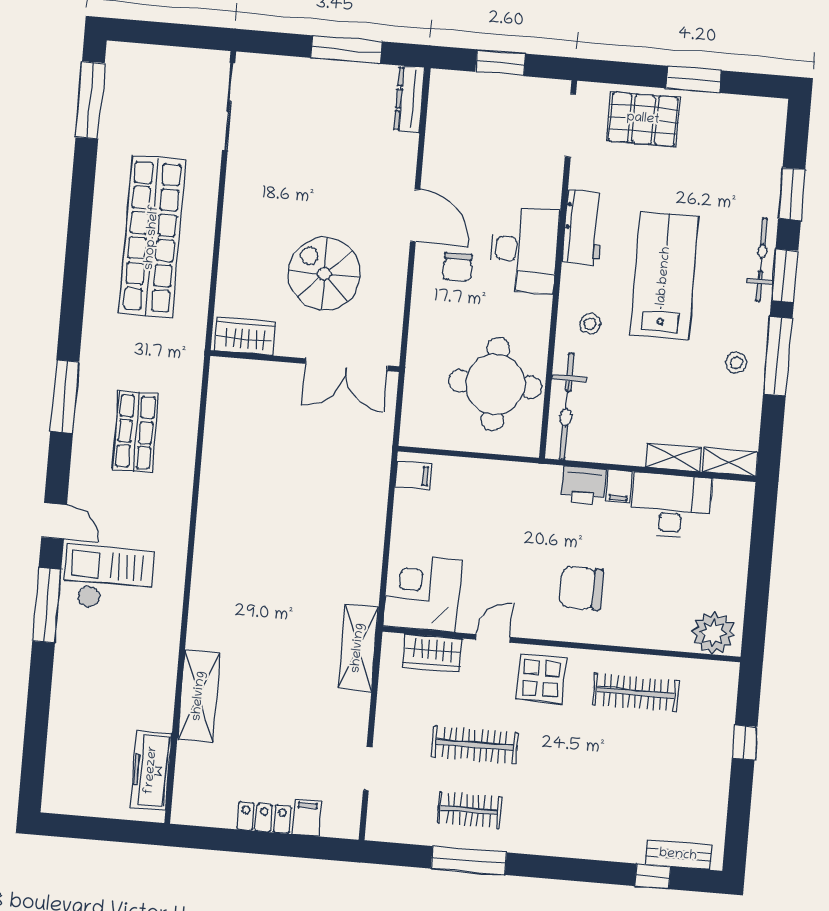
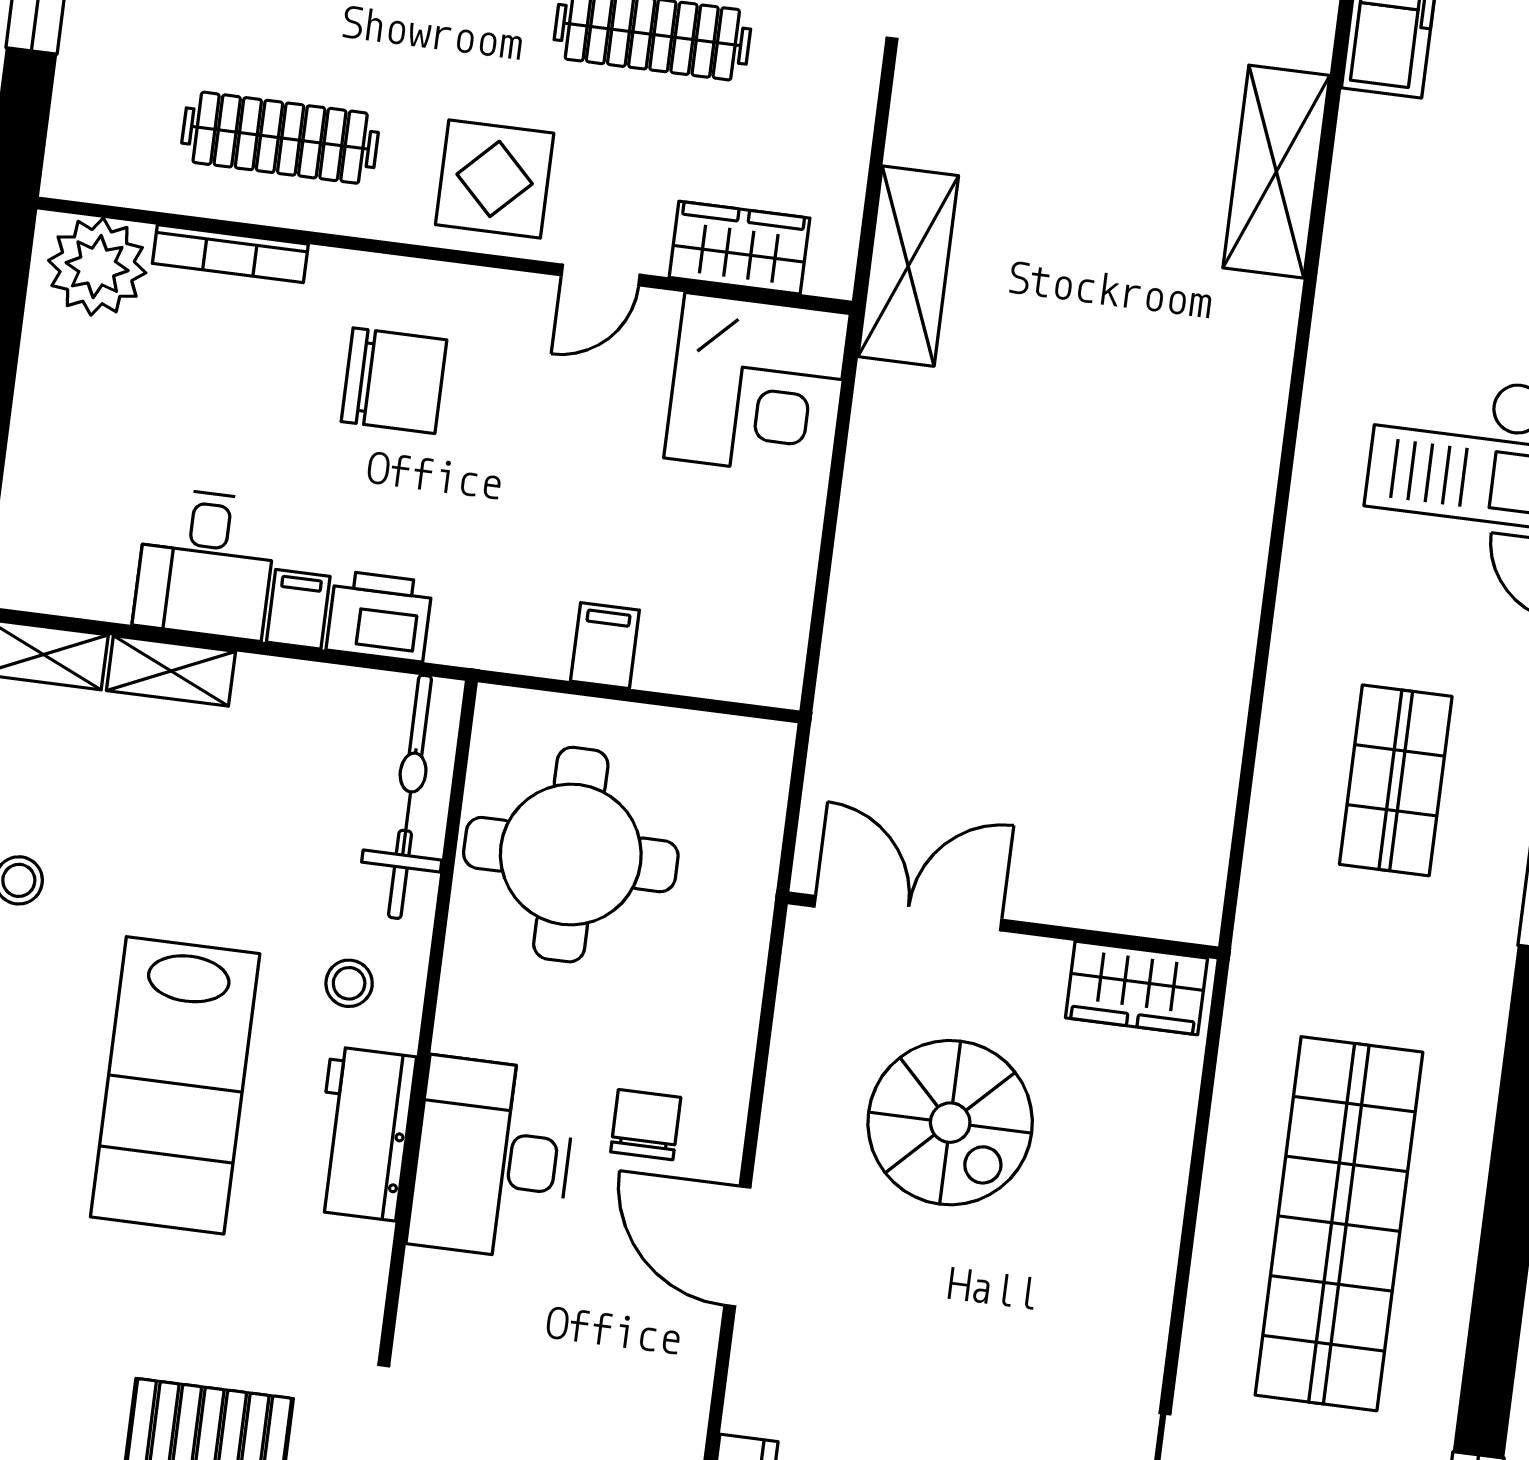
workbench: (583, 228) -> (364, 1134), moved
filing cabinet: (413, 475) -> (605, 646), moved, turned 90
desk: (671, 506) -> (205, 564), width x0.73
bookcase: (655, 641) -> (230, 254), added

